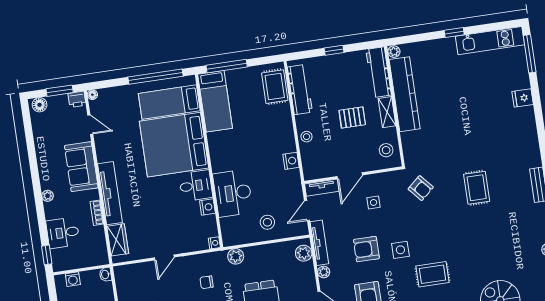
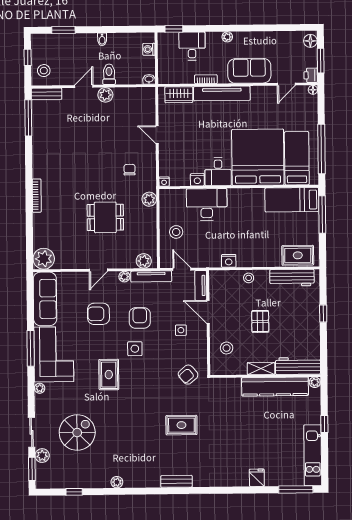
plant: (394, 52) -> (315, 382), moved
workbench: (379, 72) -> (298, 366), moved
kitchen counter: (405, 94) -> (275, 387), moved
wall: (394, 106) -> (265, 376), moved
shelving: (387, 112) -> (261, 369), moved

